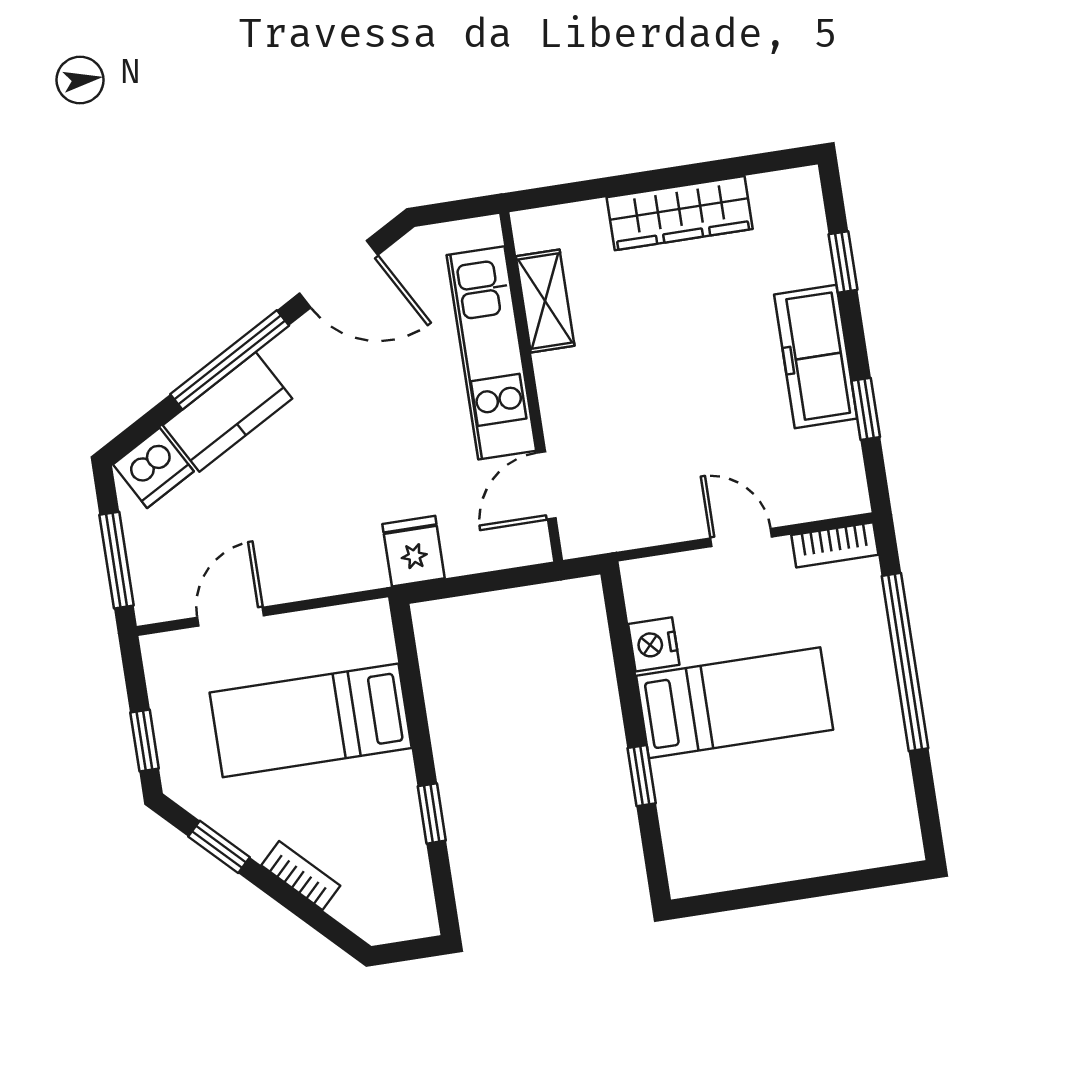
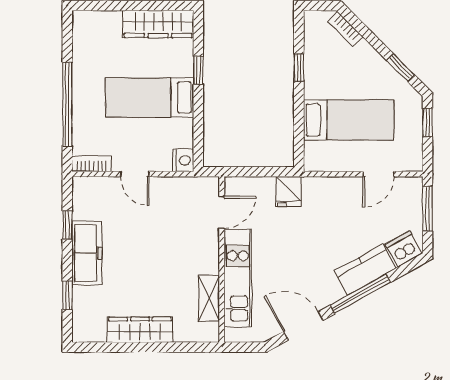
nightstand: (654, 644) -> (183, 160), moved
wardrobe: (741, 859) -> (158, 24), added
bookcase: (301, 876) -> (345, 29), moved

